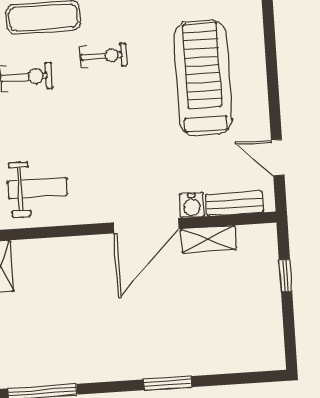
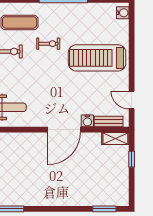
treadmill: (203, 78) -> (97, 58), turned -90
shelving: (208, 239) -> (115, 138), moved
window: (168, 383) -> (104, 209), moved

